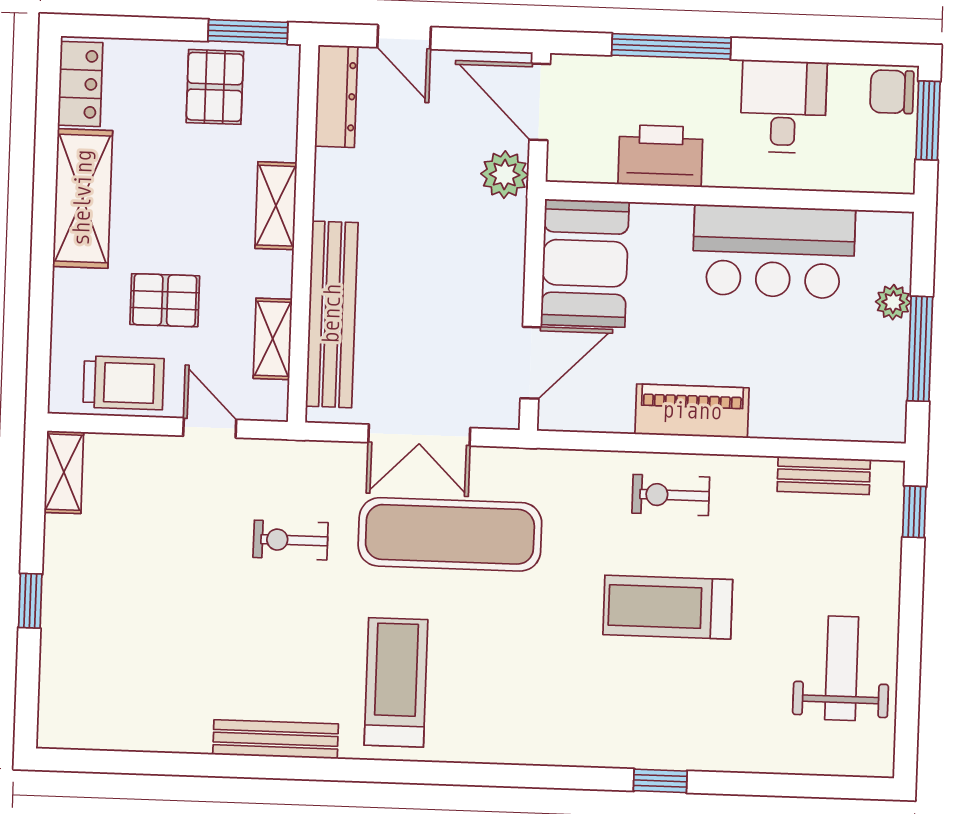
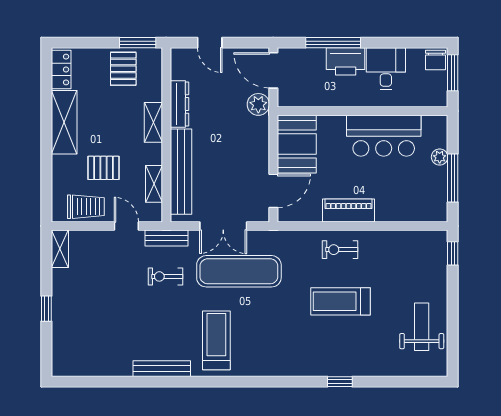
chair: (892, 92) -> (436, 60), turned -90
dresser: (336, 96) -> (179, 104), moved
printer: (660, 156) -> (346, 61), moved, turned 180
bench: (824, 475) -> (167, 238), moved

